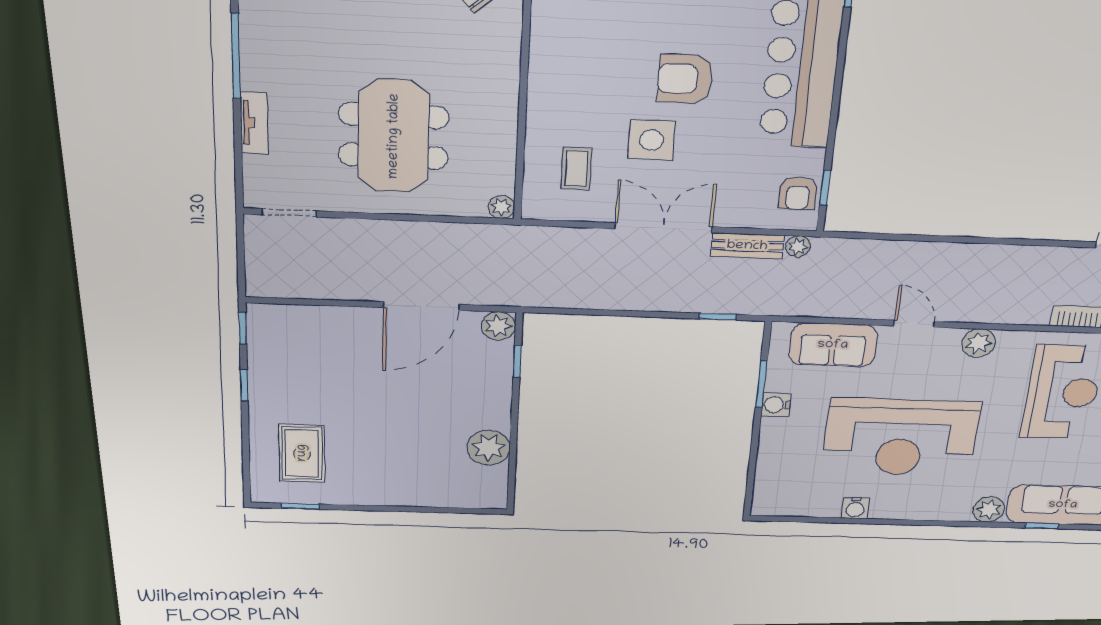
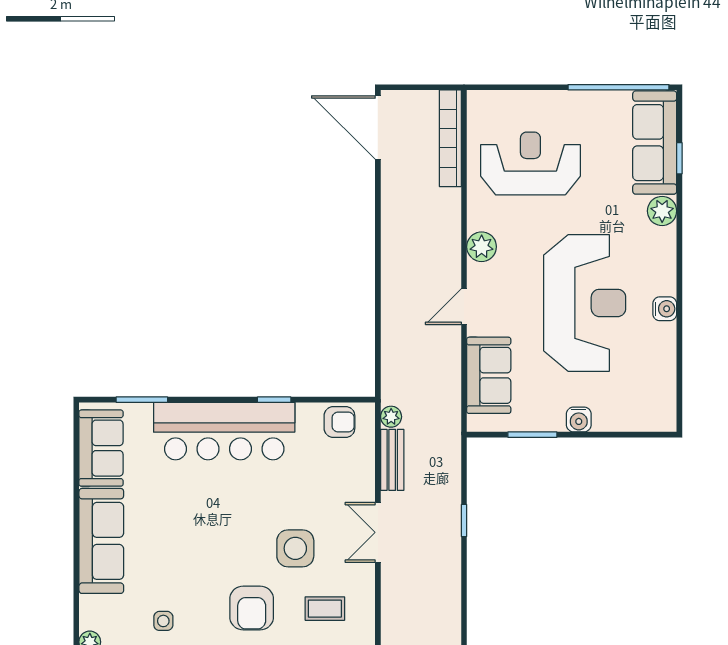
armchair: (685, 79) -> (252, 608), moved
window: (825, 188) -> (274, 400), moved
double door: (664, 228) -> (378, 532), width x0.73
window: (718, 317) -> (464, 521), moved
water cooler: (776, 405) -> (579, 419), moved
water cooler: (855, 508) -> (665, 309), moved

